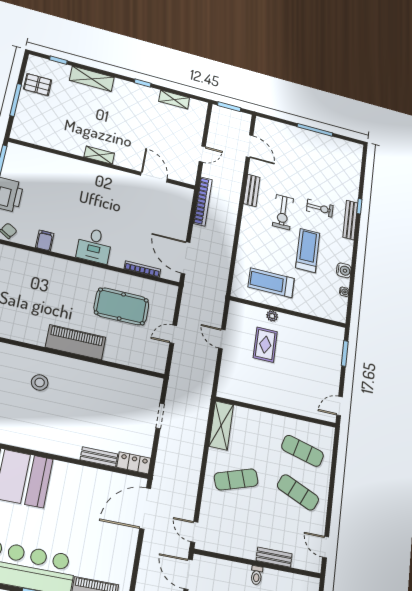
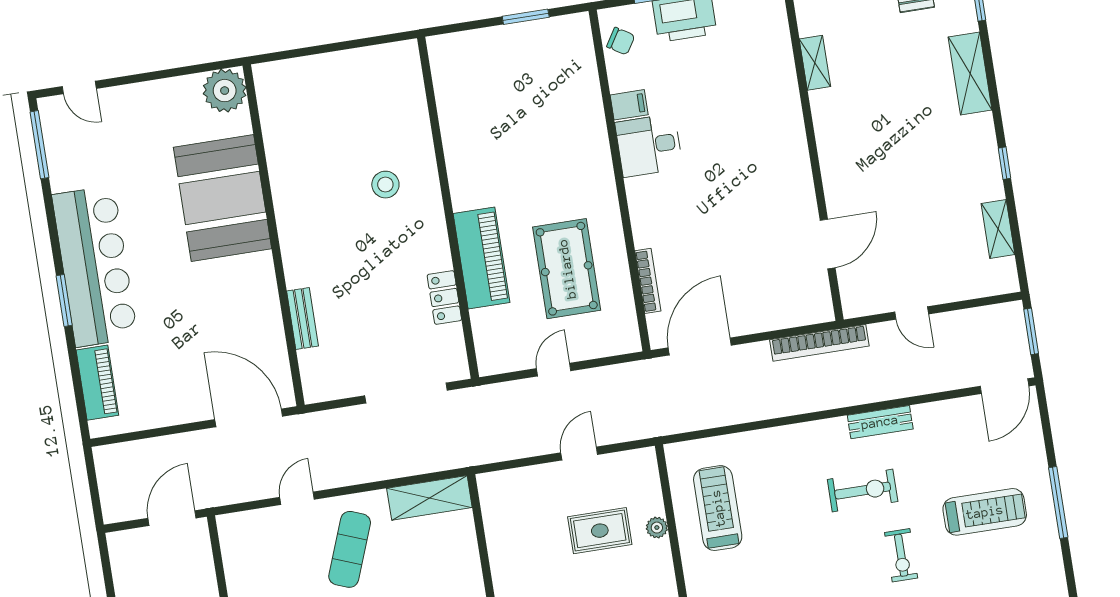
door: (250, 146) -> (1004, 386), moved
shelving: (99, 155) -> (815, 63), moved
exercise bike: (283, 212) -> (863, 491), turned 180
desk: (94, 245) -> (649, 145), moved
treadmill: (308, 250) -> (985, 512), moved
door: (173, 334) -> (554, 370), hinge flipped
piano: (76, 342) -> (481, 258), moved
doorway: (160, 416) -> (406, 393), width x1.87
locker: (134, 463) -> (444, 297), moved, turned 180
exercise mat: (236, 479) -> (350, 549), turned 39
door: (194, 532) -> (297, 498), moved

